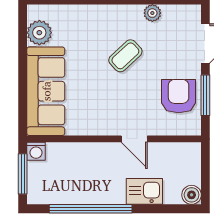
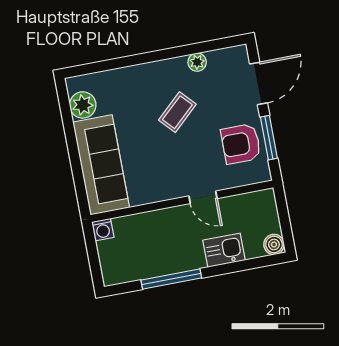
armchair: (179, 96) -> (241, 144), turned -90
window: (23, 174) -> (93, 256), removed
window: (91, 209) -> (171, 279), width x0.68

